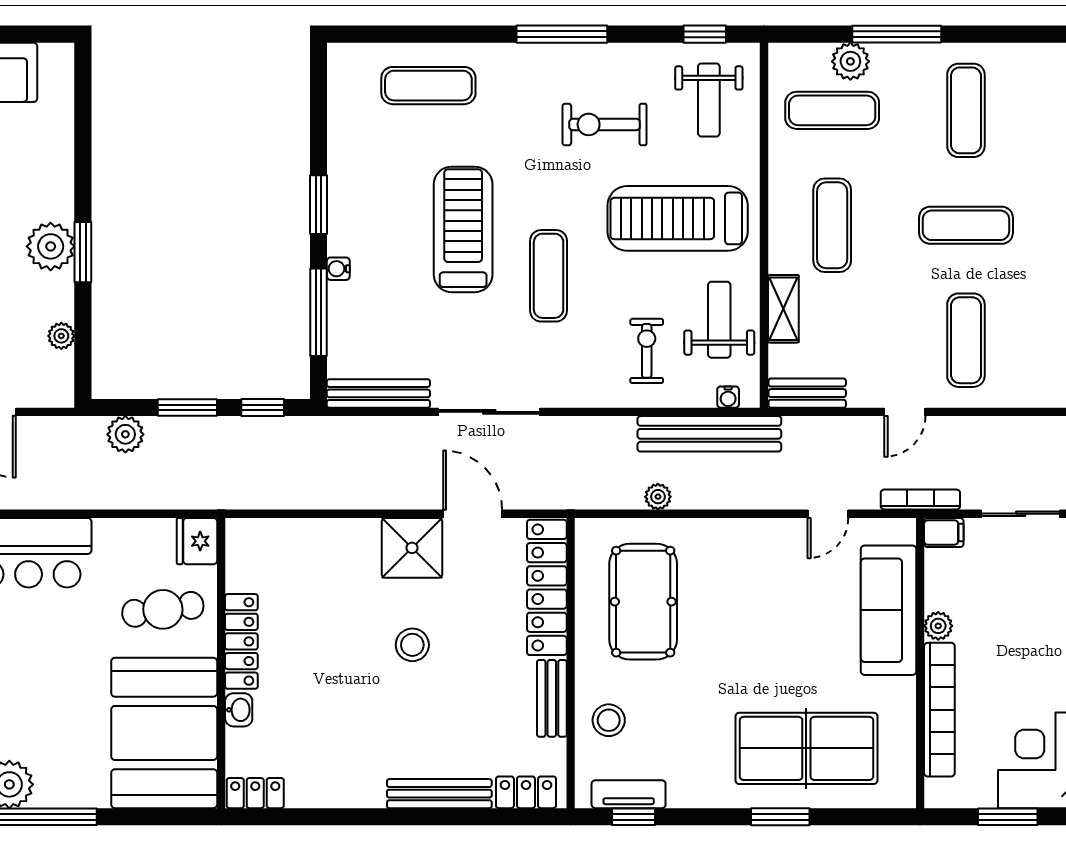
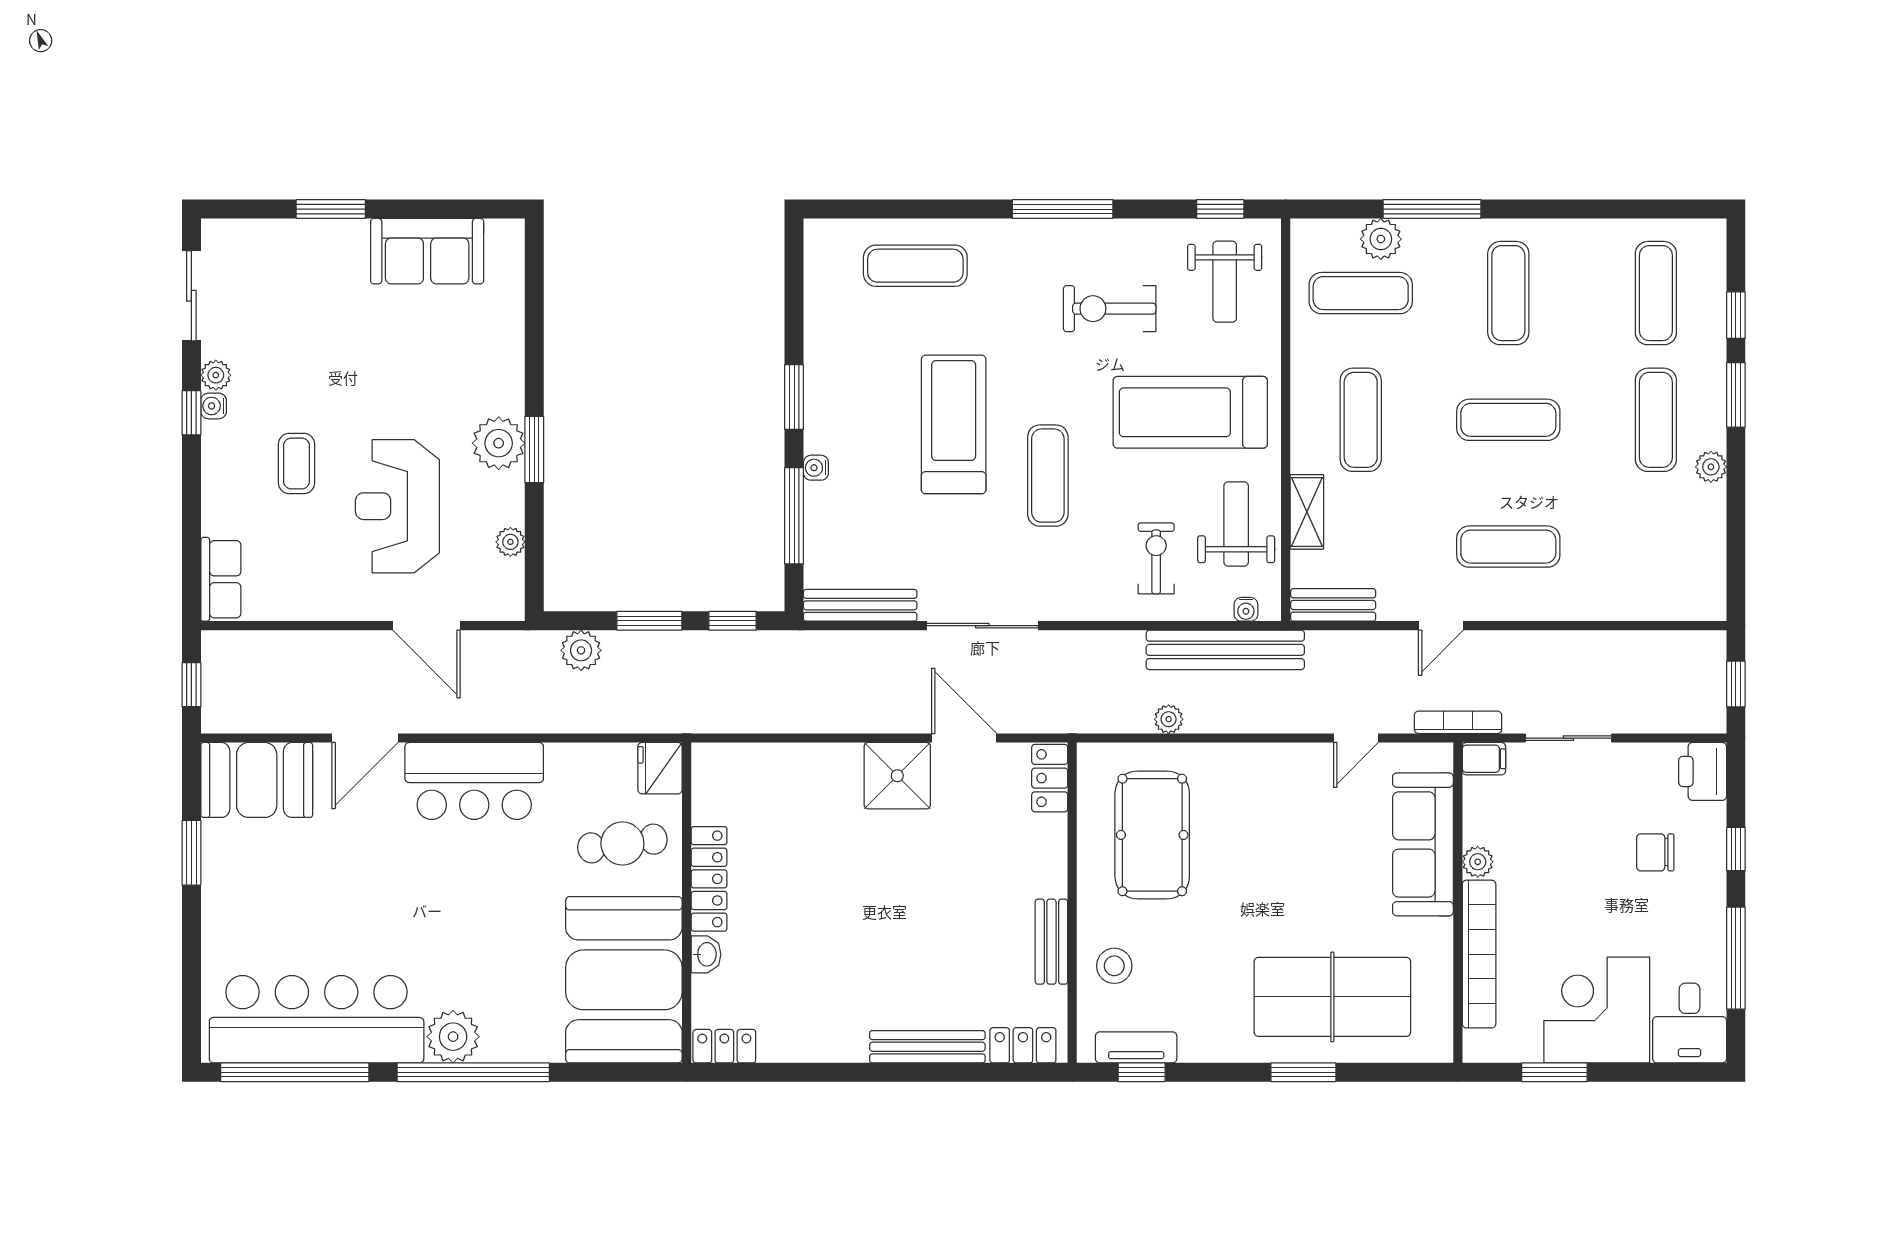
exercise mat: (966, 340) -> (1508, 547), turned 90
locker: (547, 587) -> (1050, 778), width x0.46, depth x0.83
stool: (412, 645) -> (898, 883), removed

